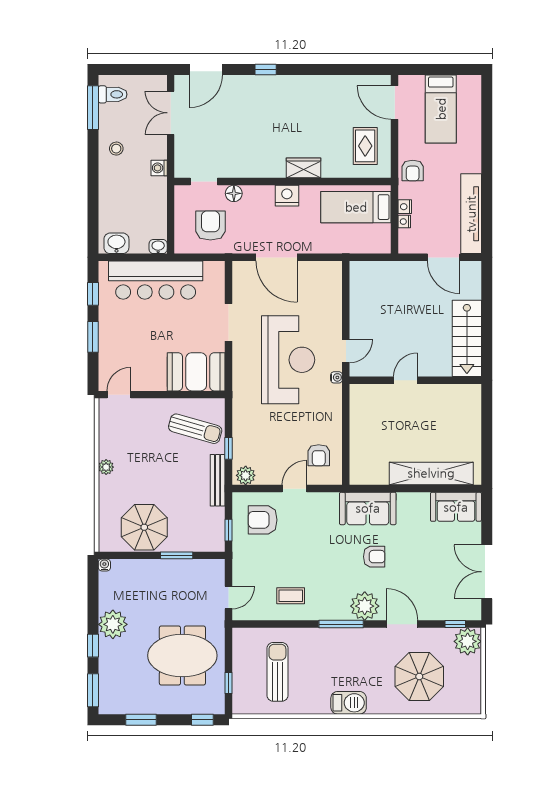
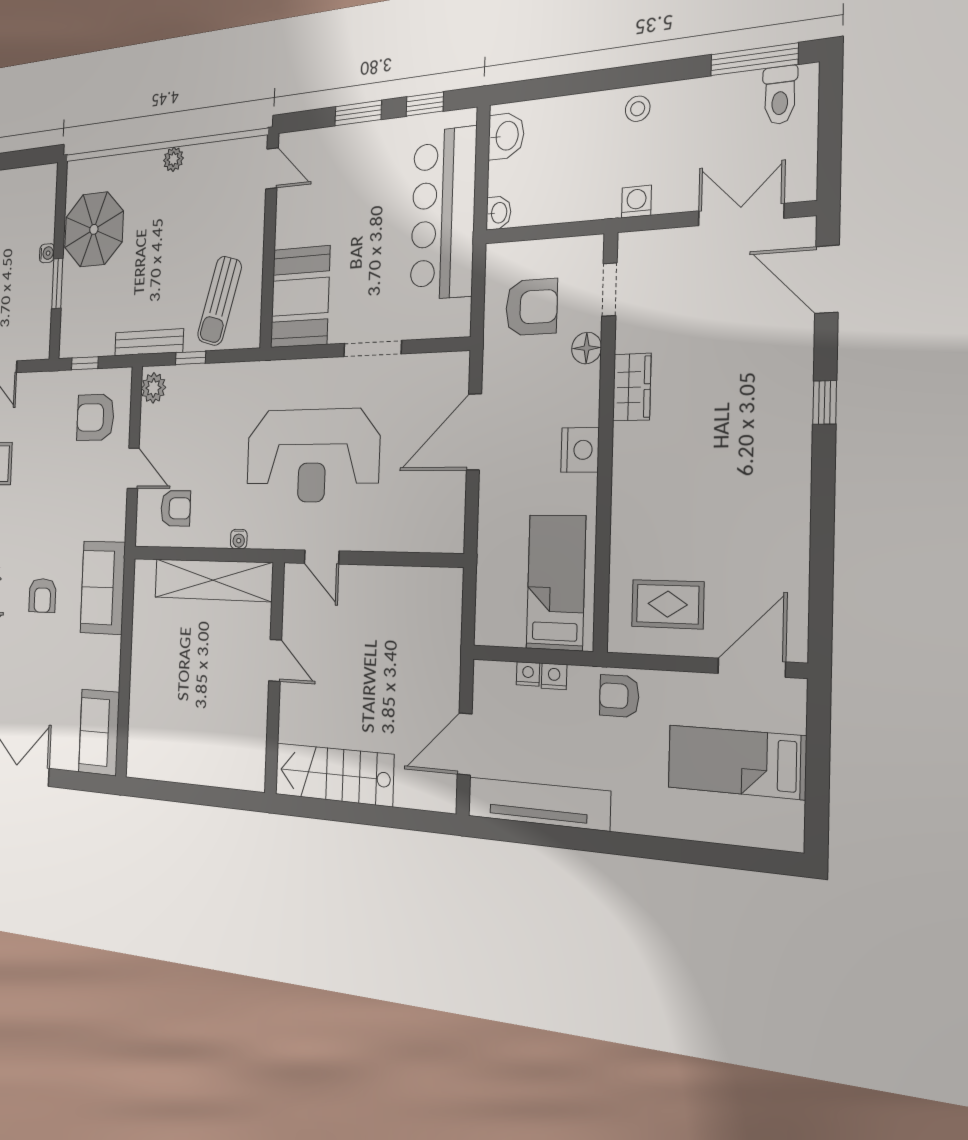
stool: (116, 149) -> (638, 109), moved
wardrobe: (303, 168) -> (632, 387), moved
water cooler: (336, 377) -> (239, 539), moved
armchair: (319, 455) -> (176, 508), turned 180
shelving: (431, 473) -> (213, 580), moved, turned 90
armchair: (263, 520) -> (95, 417), turned -90
water cooler: (104, 565) -> (47, 253), moved

